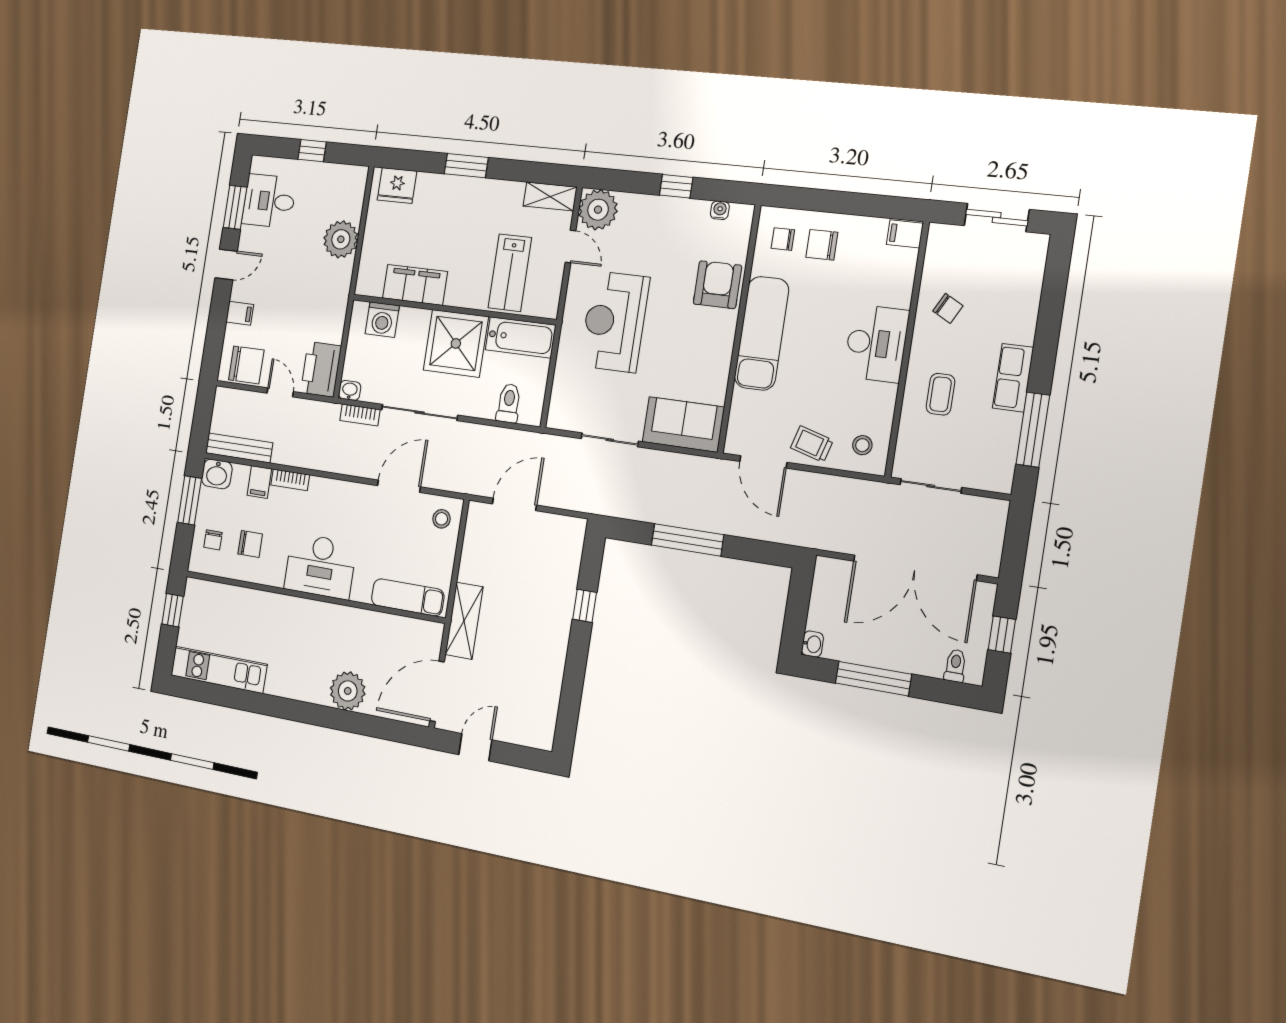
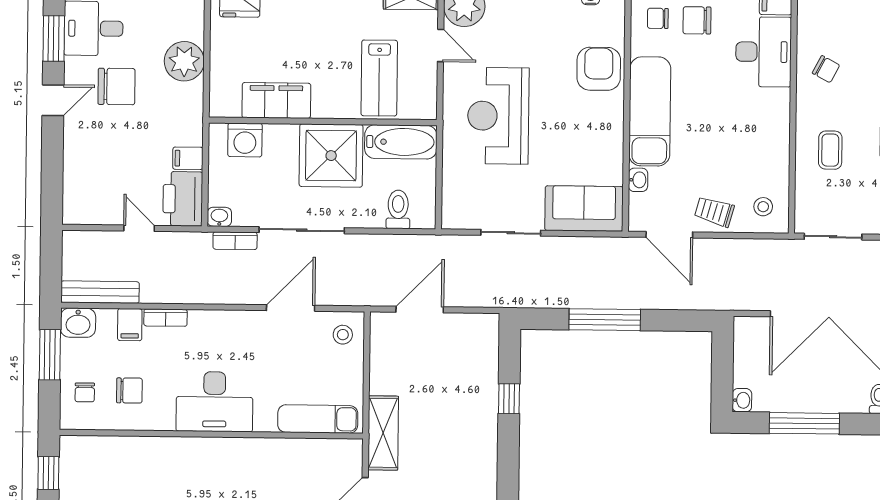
filing cabinet: (240, 313) -> (188, 158), moved, turned 180
desk: (876, 343) -> (764, 52), moved
chair: (246, 365) -> (117, 86), moved
washbasin: (740, 402) -> (638, 180), added

